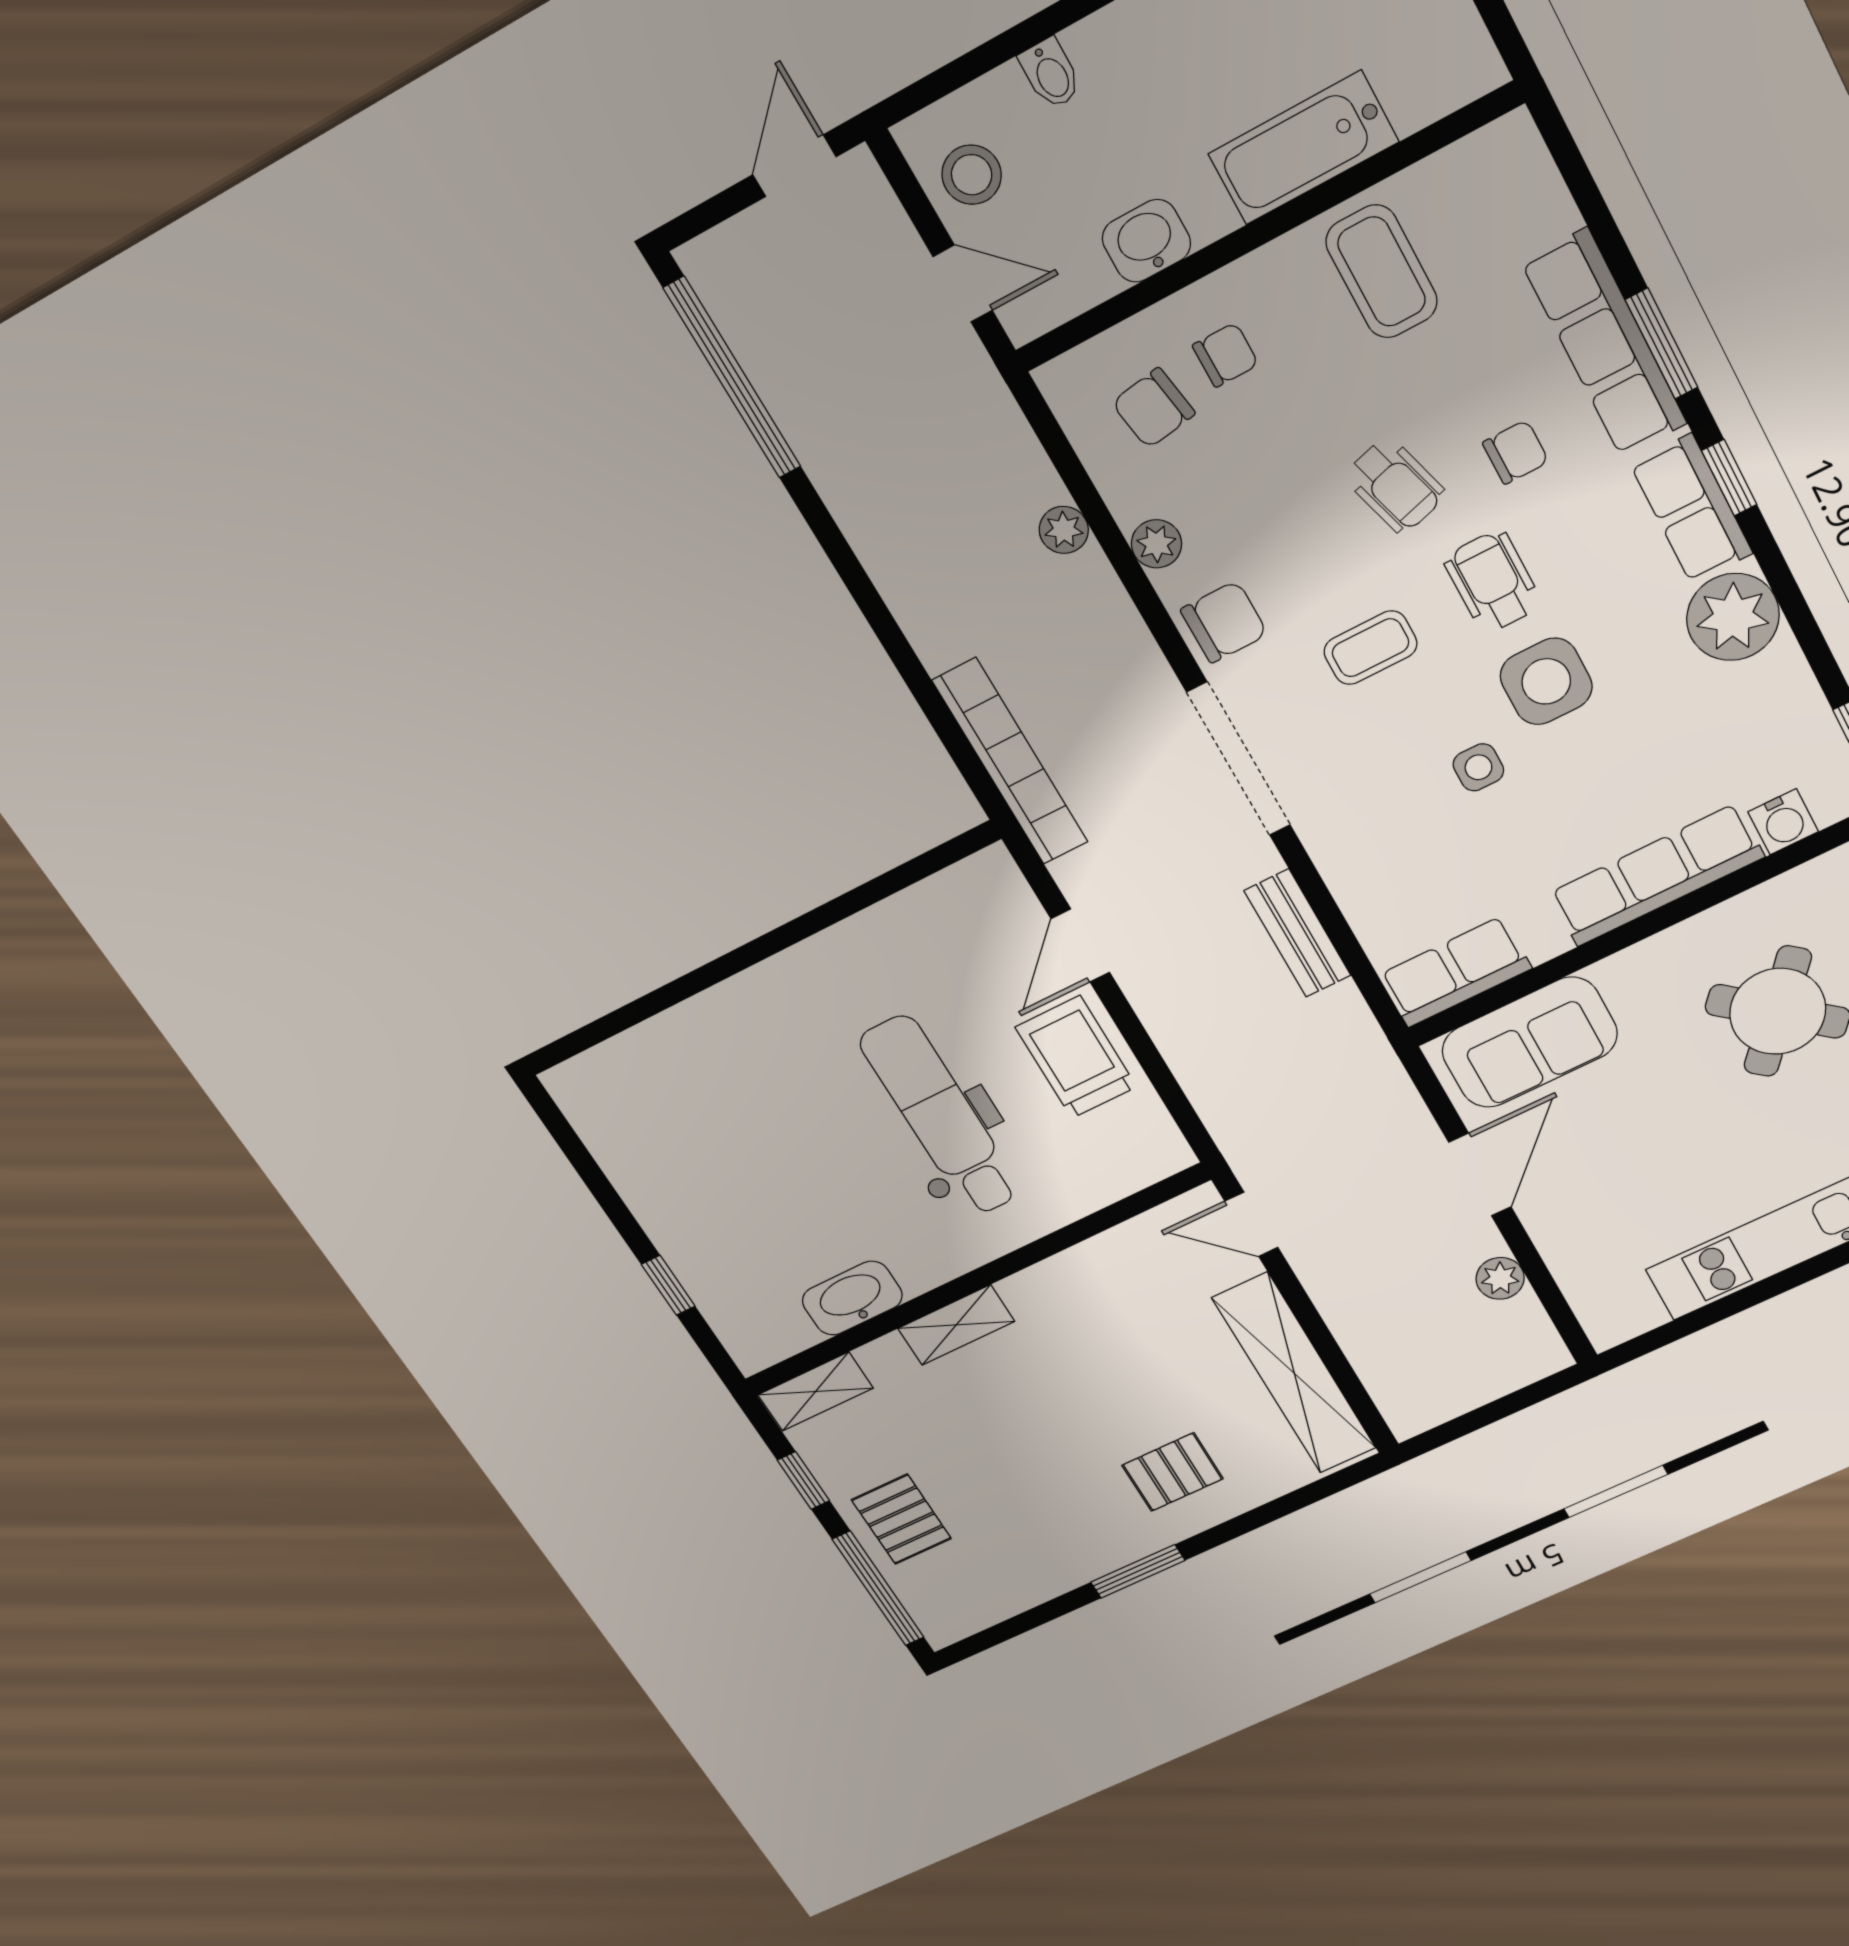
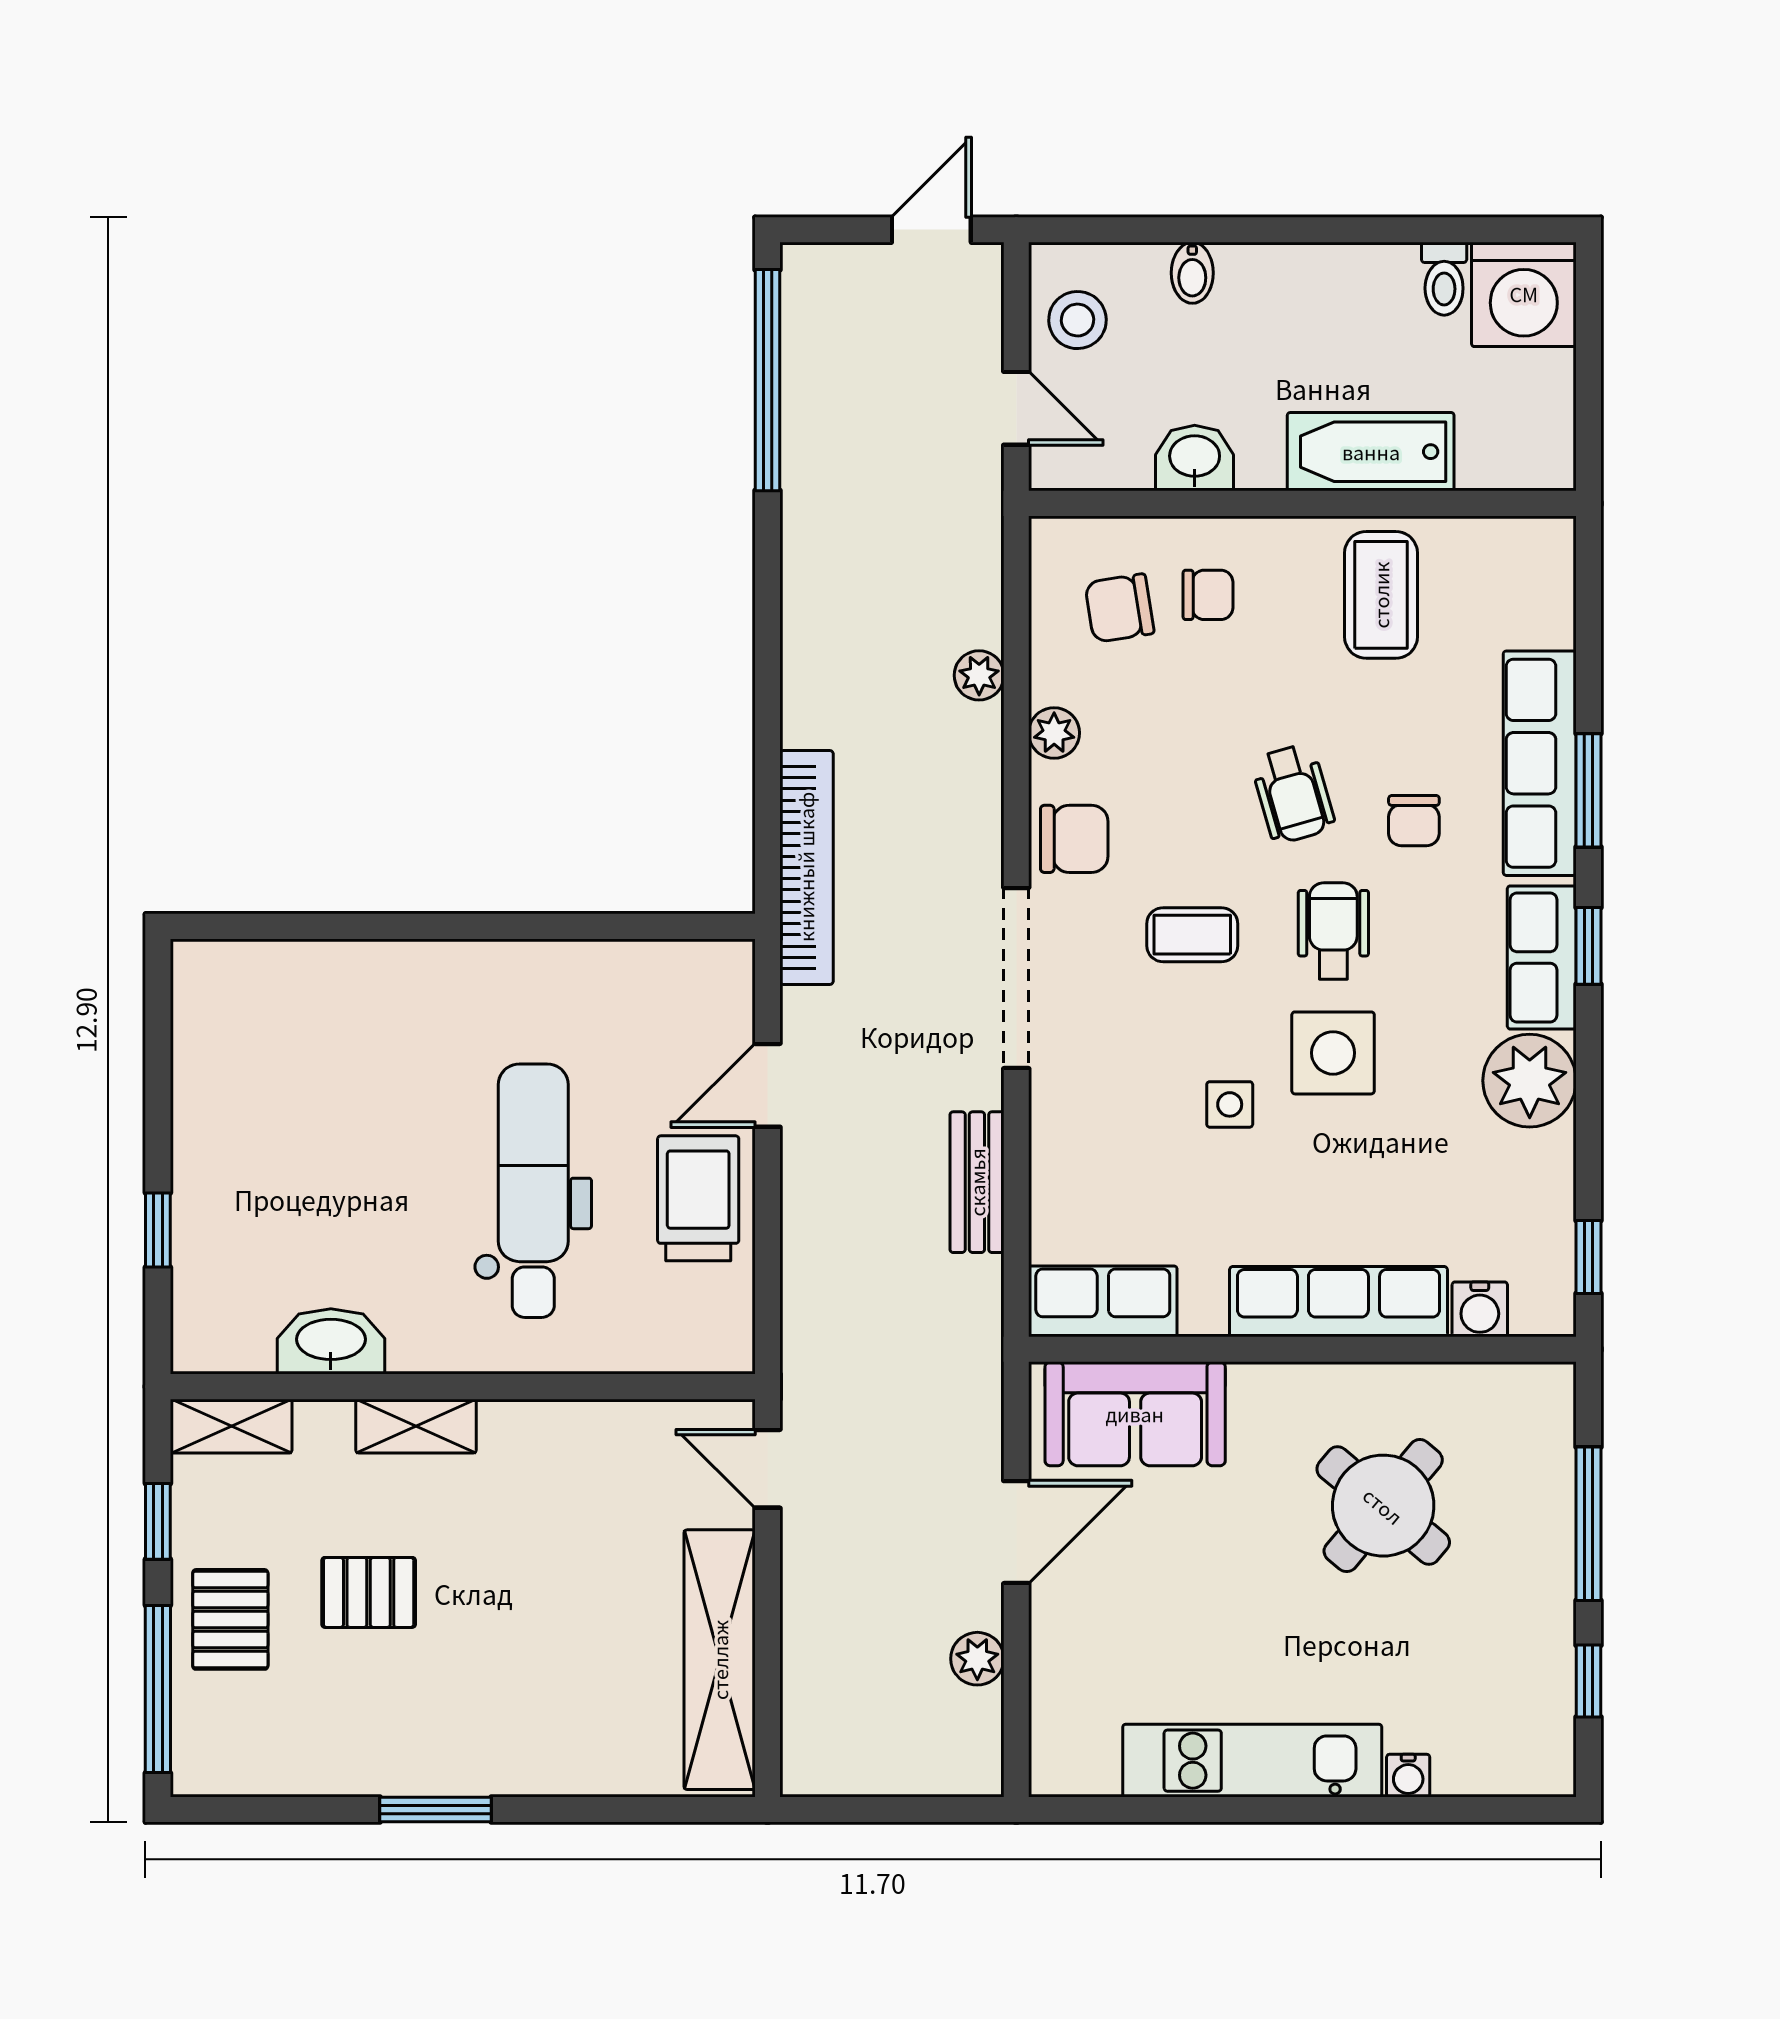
chair: (1516, 452) -> (1414, 821), turned 90
pallet: (1172, 1472) -> (369, 1592), moved

